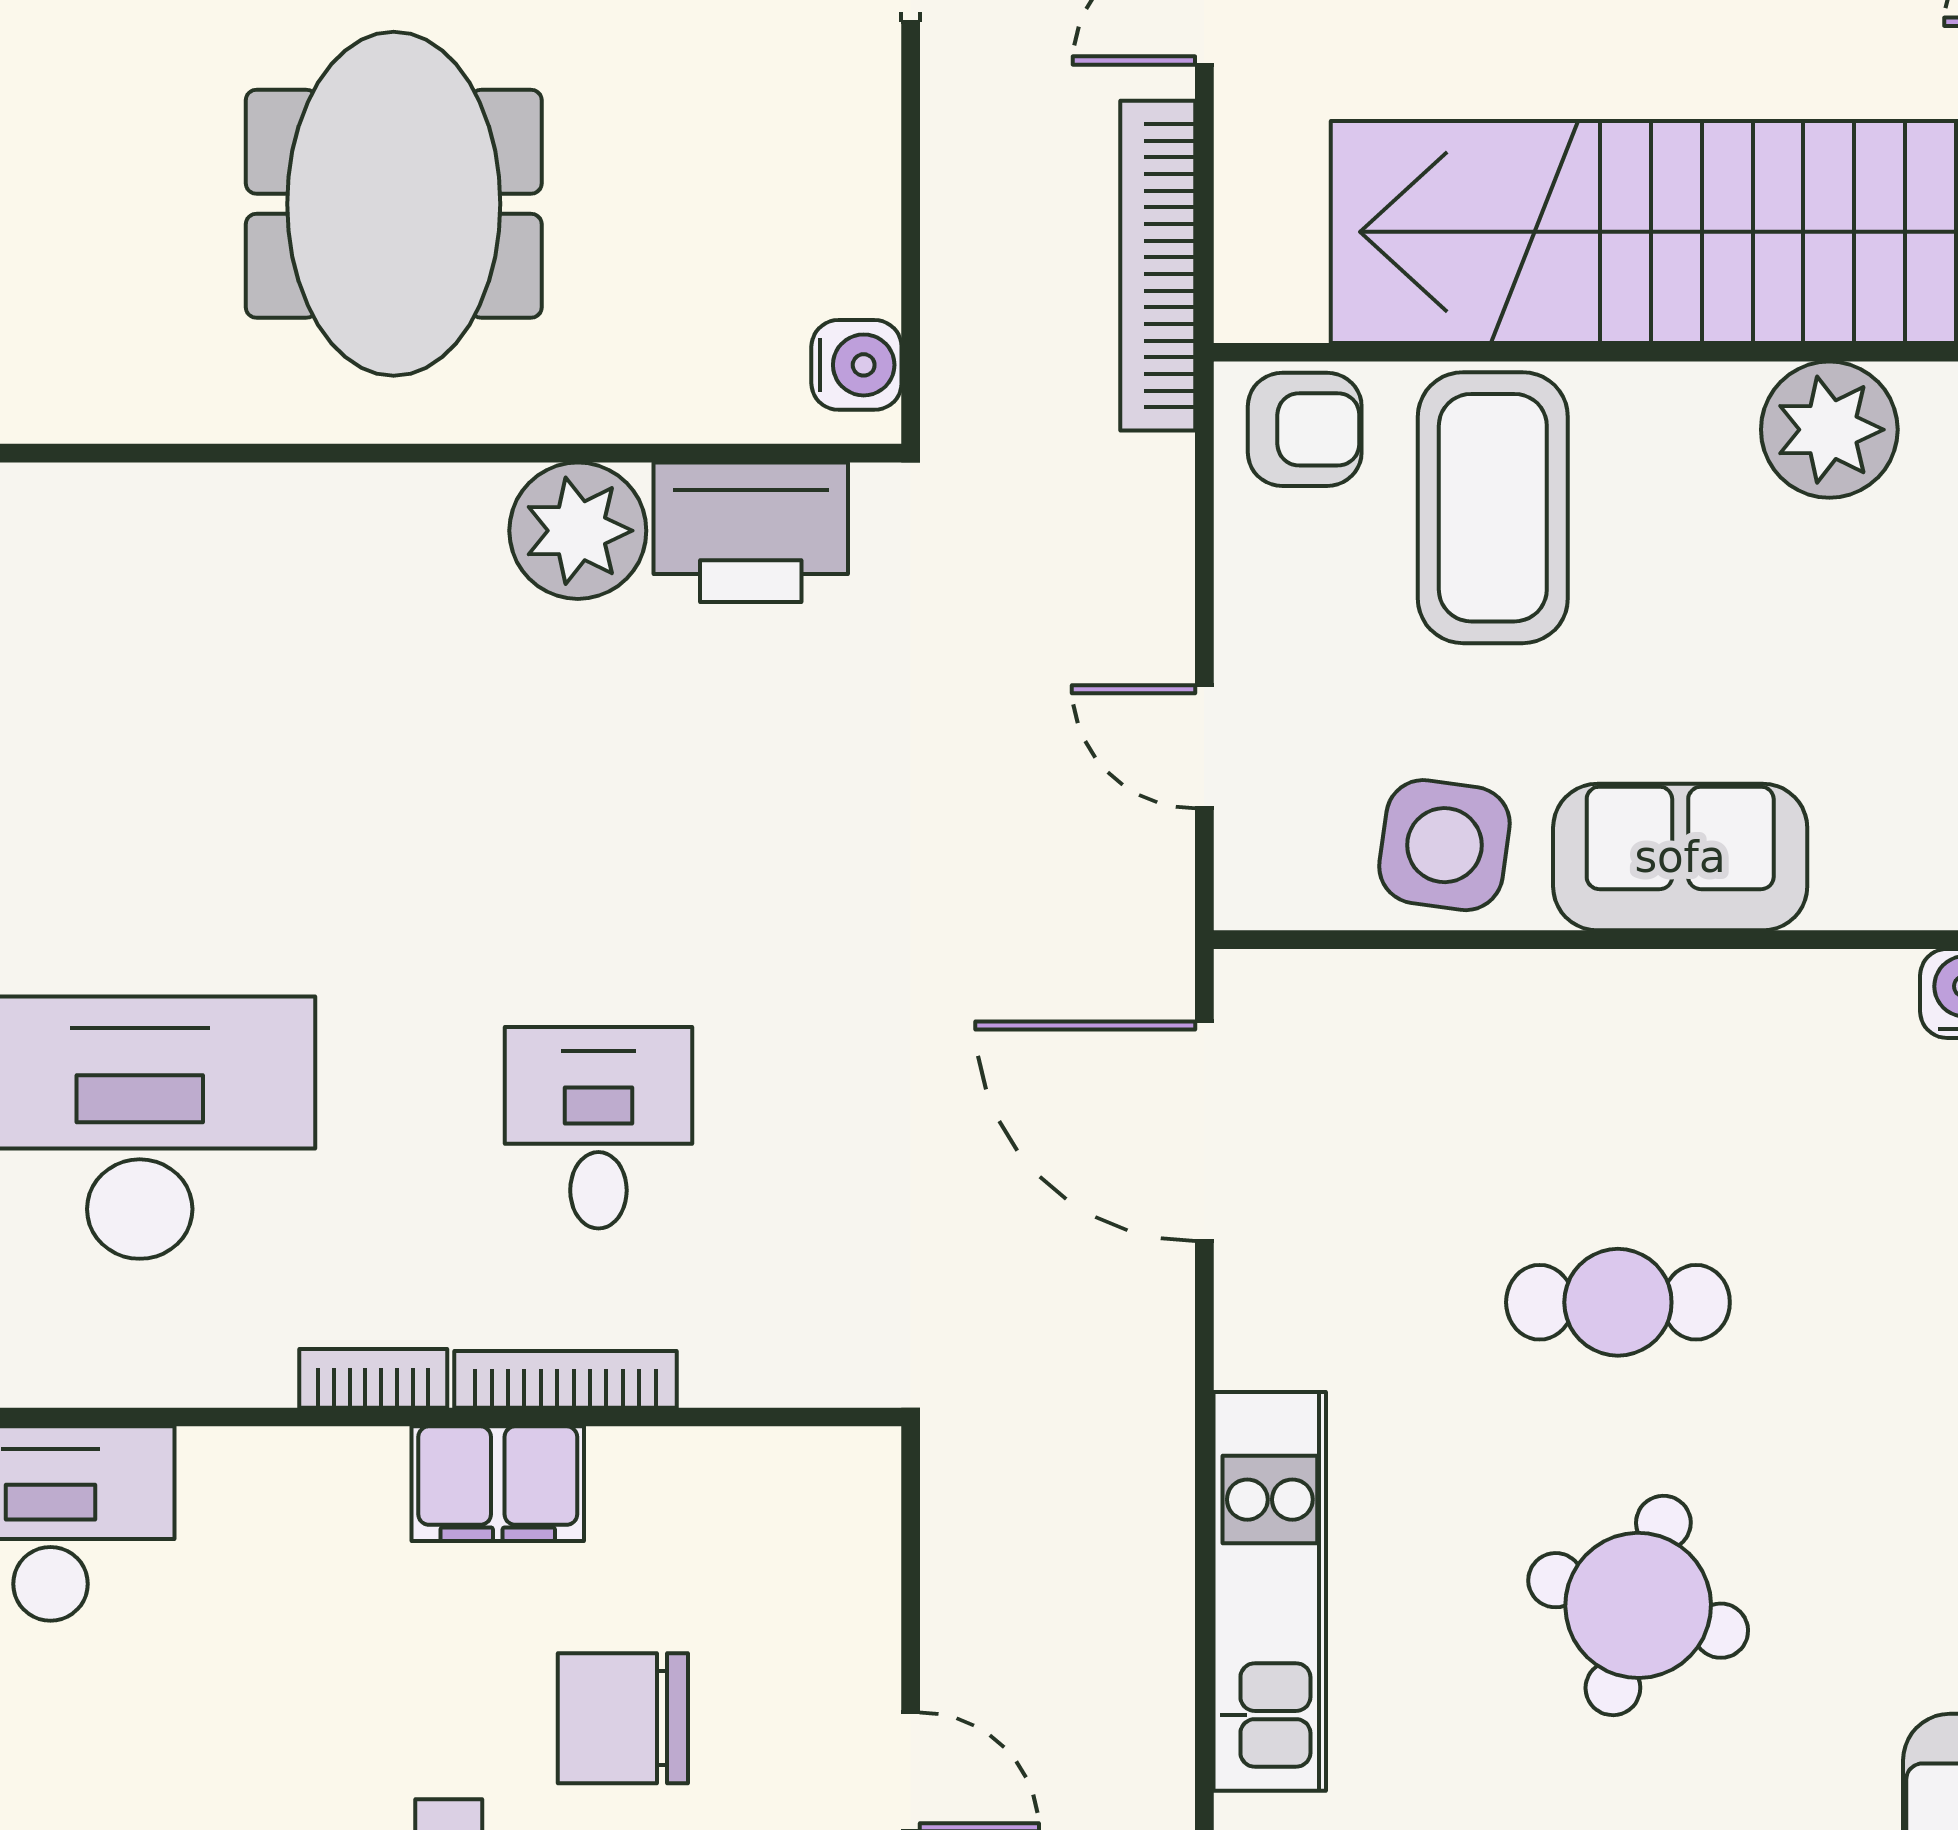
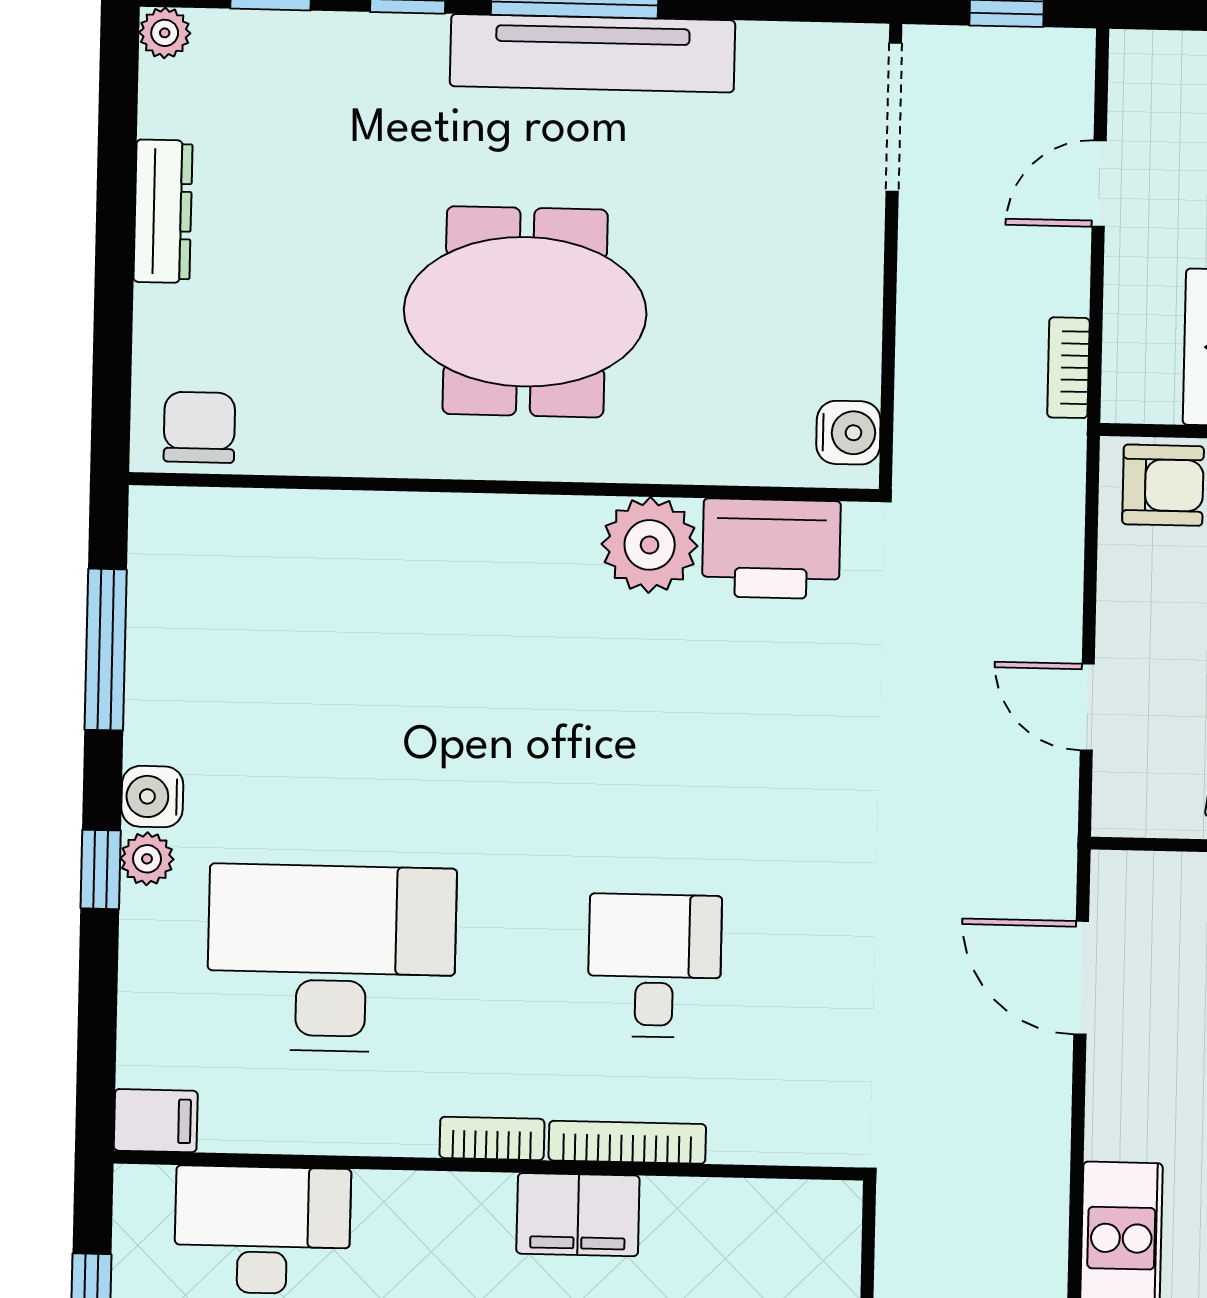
meeting table: (394, 204) -> (525, 312), turned 90
bookcase: (1158, 266) -> (1068, 368), width x0.43, depth x0.76
door: (1204, 1131) -> (1081, 978), width x0.73

